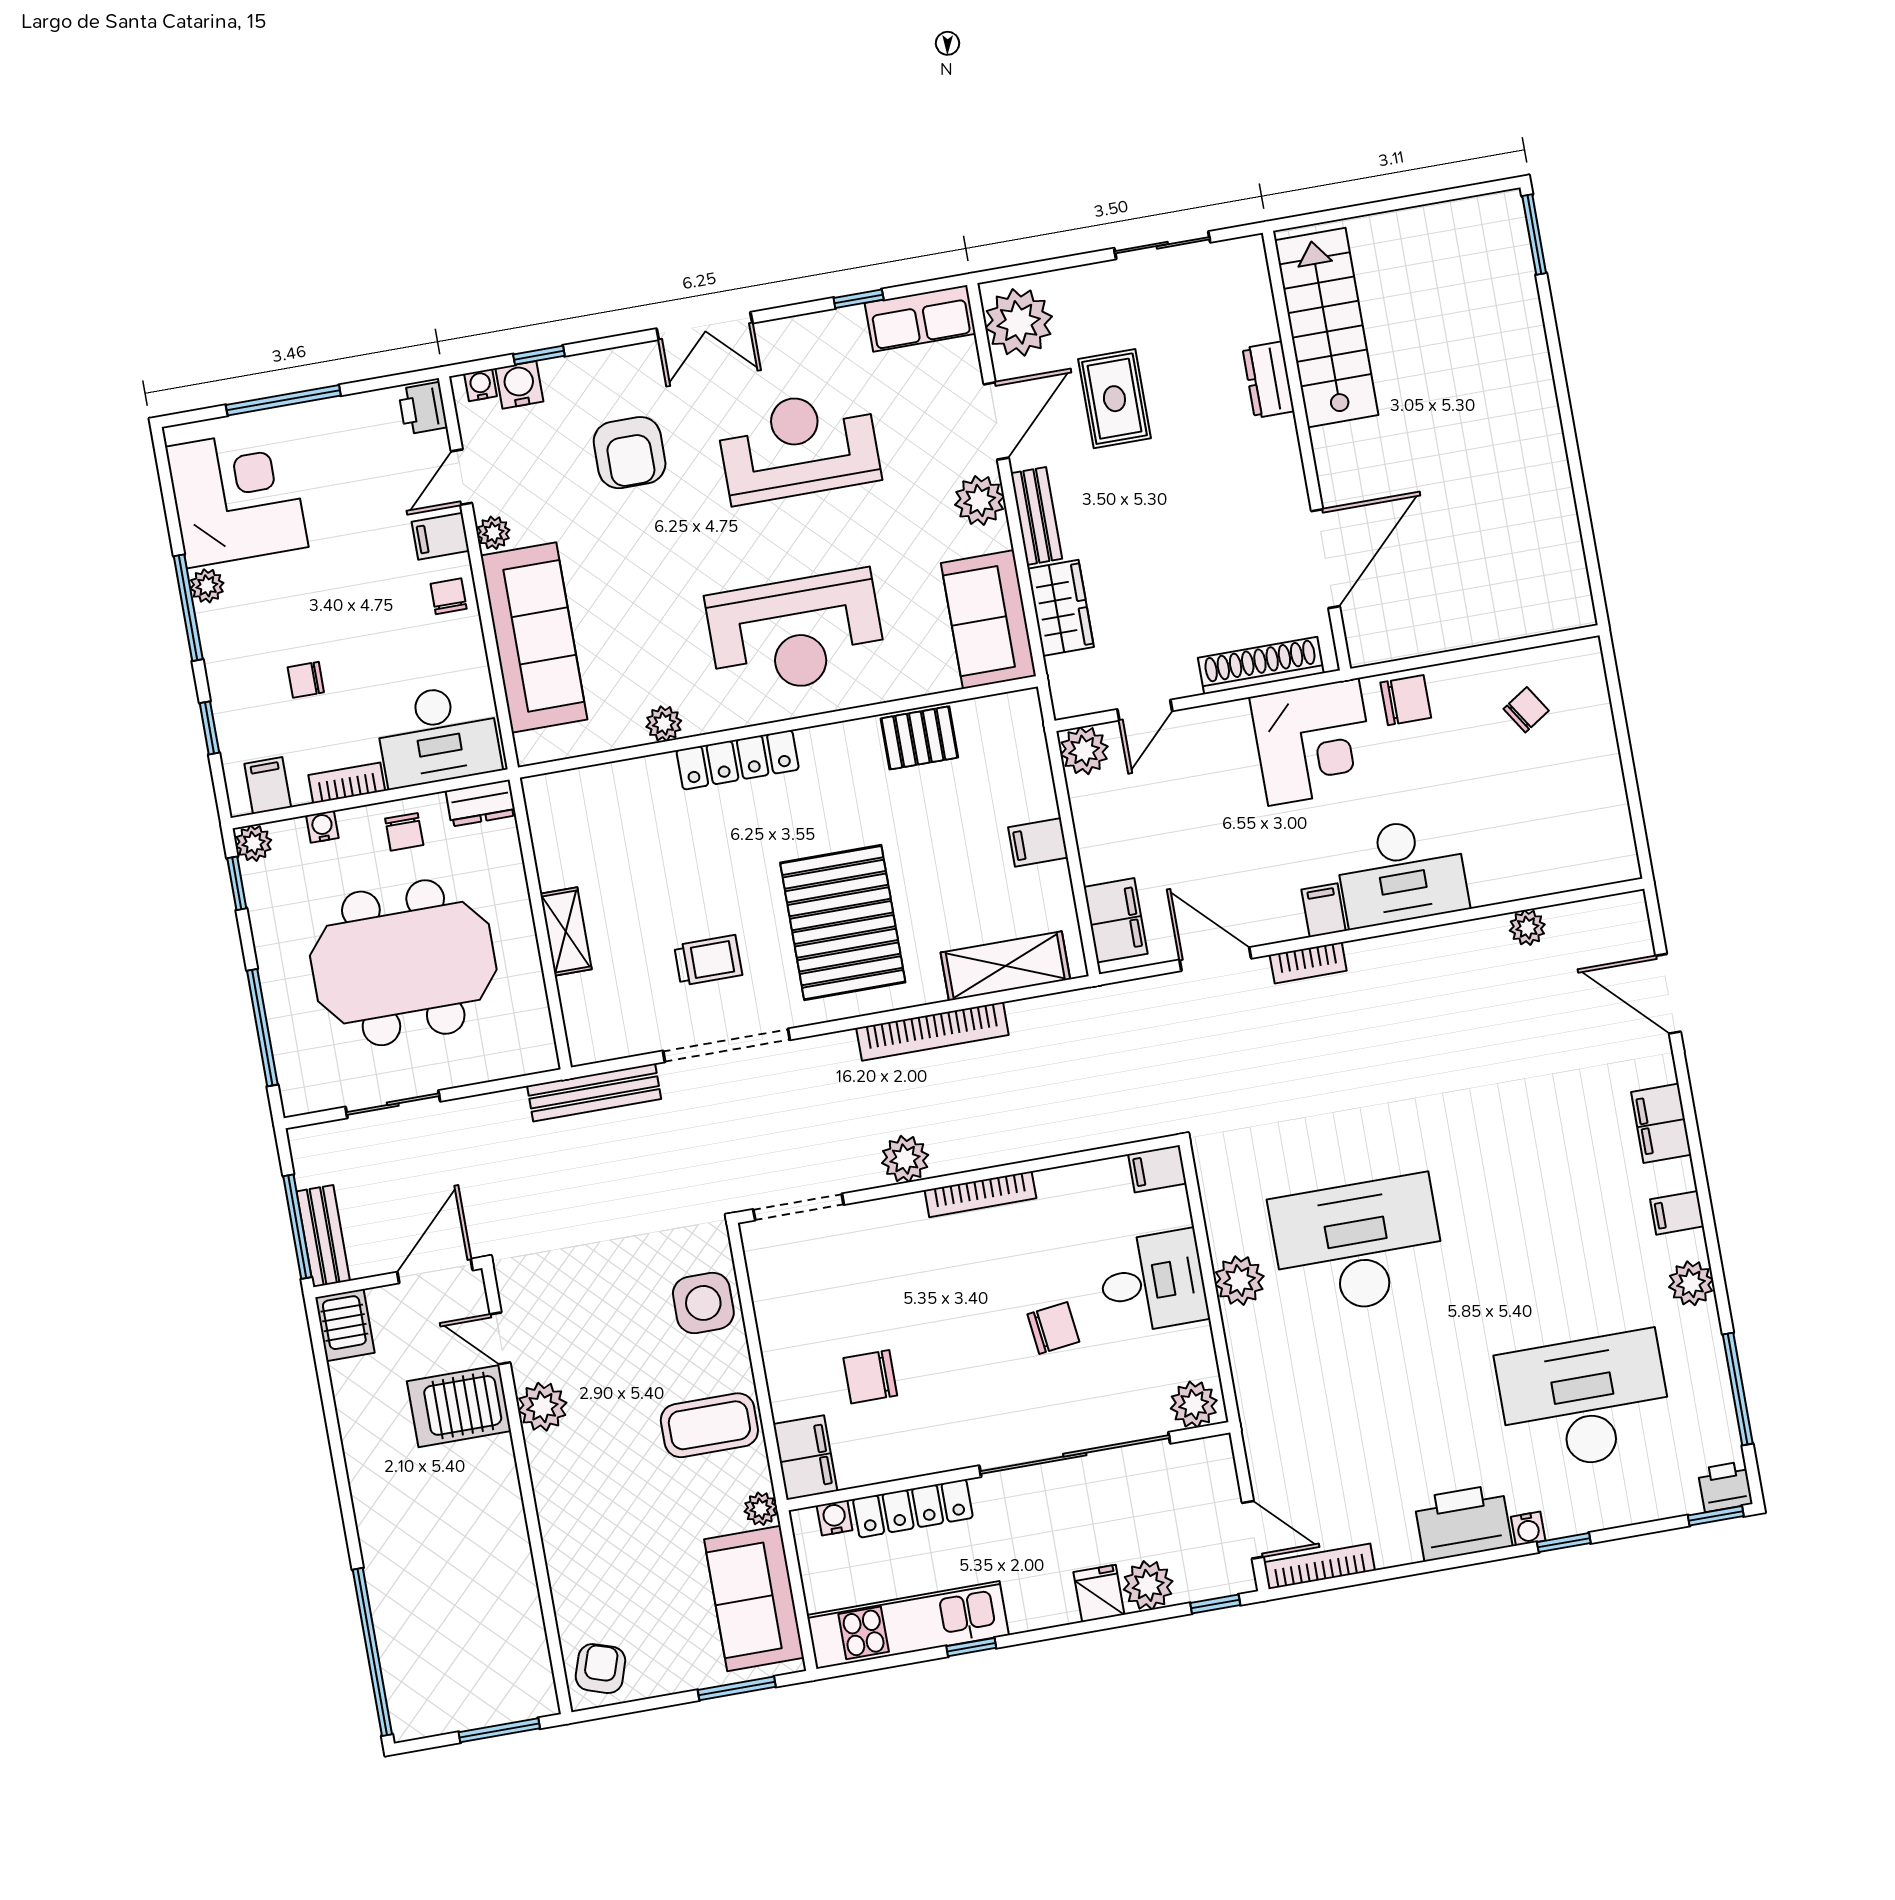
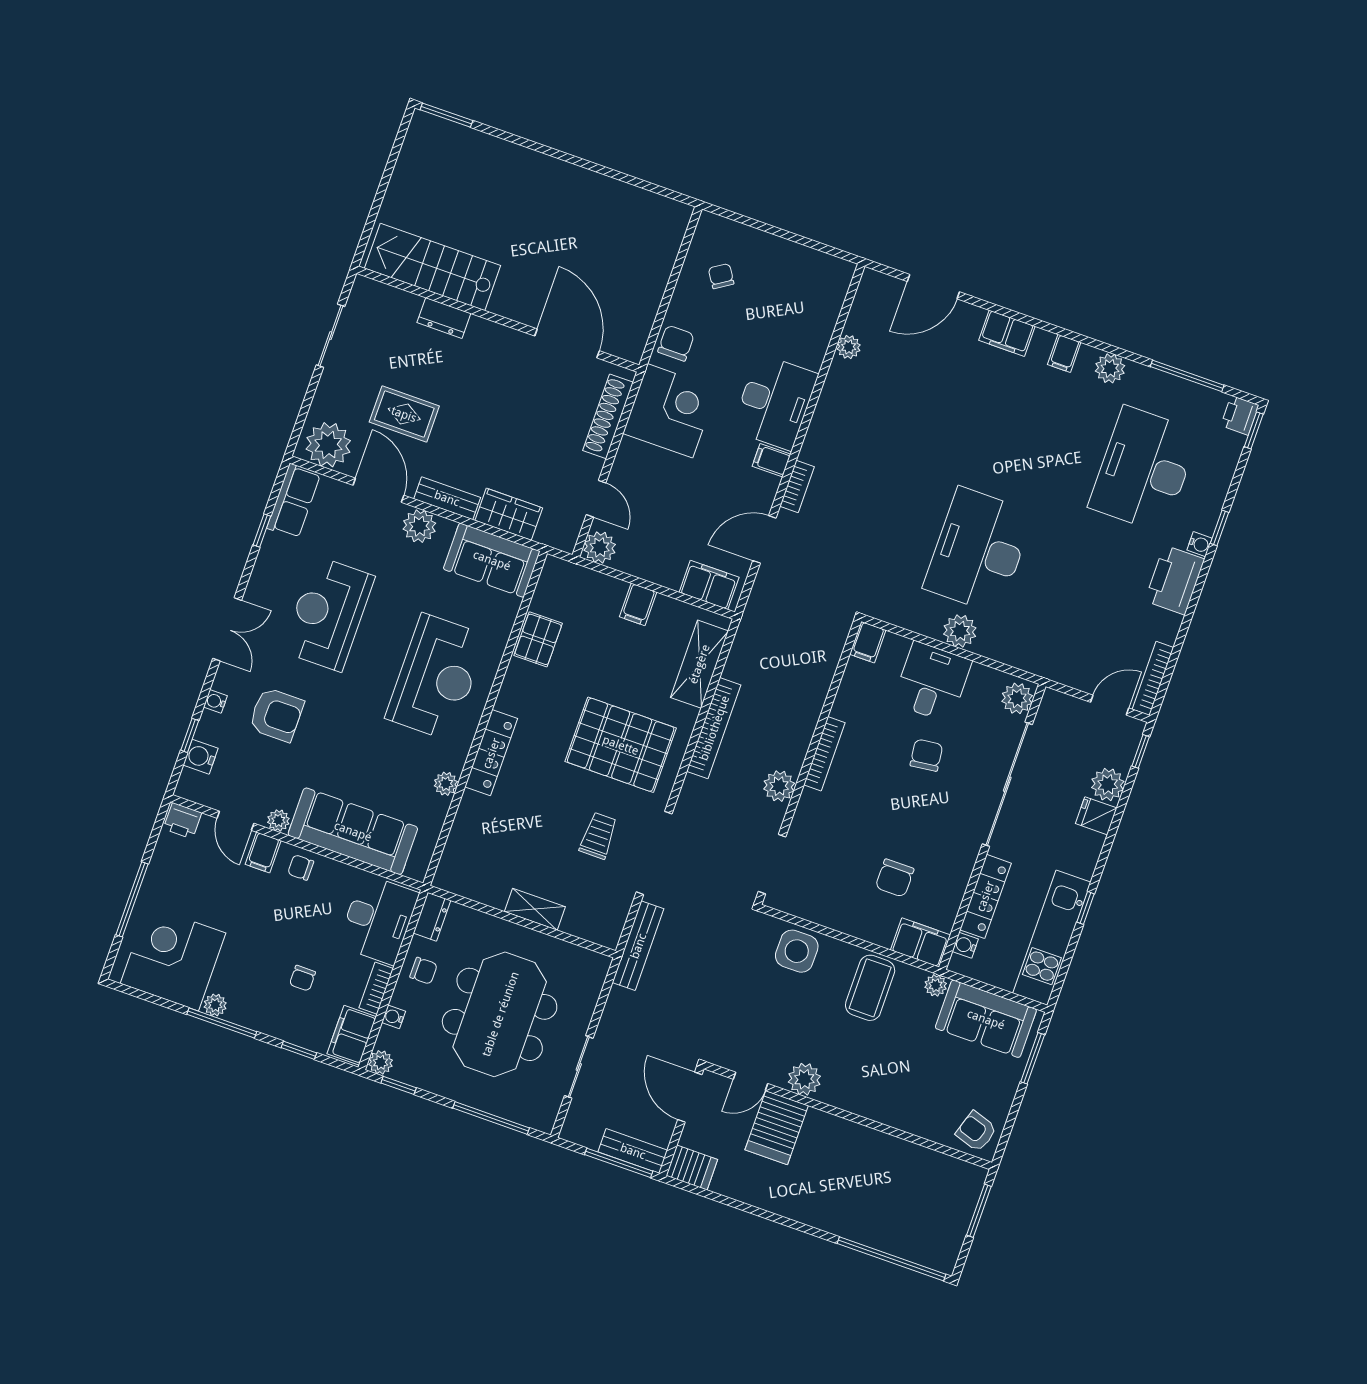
water cooler: (481, 385) -> (215, 701), moved
filing cabinet: (268, 786) -> (352, 1035), width x2.00

